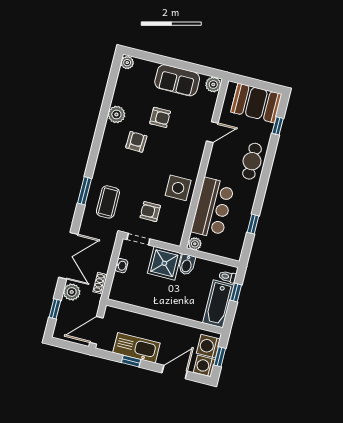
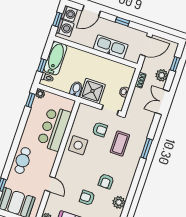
door: (212, 132) -> (50, 184), swing flipped
coffee table: (108, 202) -> (120, 144), moved
window: (253, 224) -> (30, 100), moved
plant: (195, 244) -> (40, 94), moved
double door: (68, 256) -> (162, 102), width x0.73
kitchen sink: (136, 348) -> (111, 47), moved, turned 180

